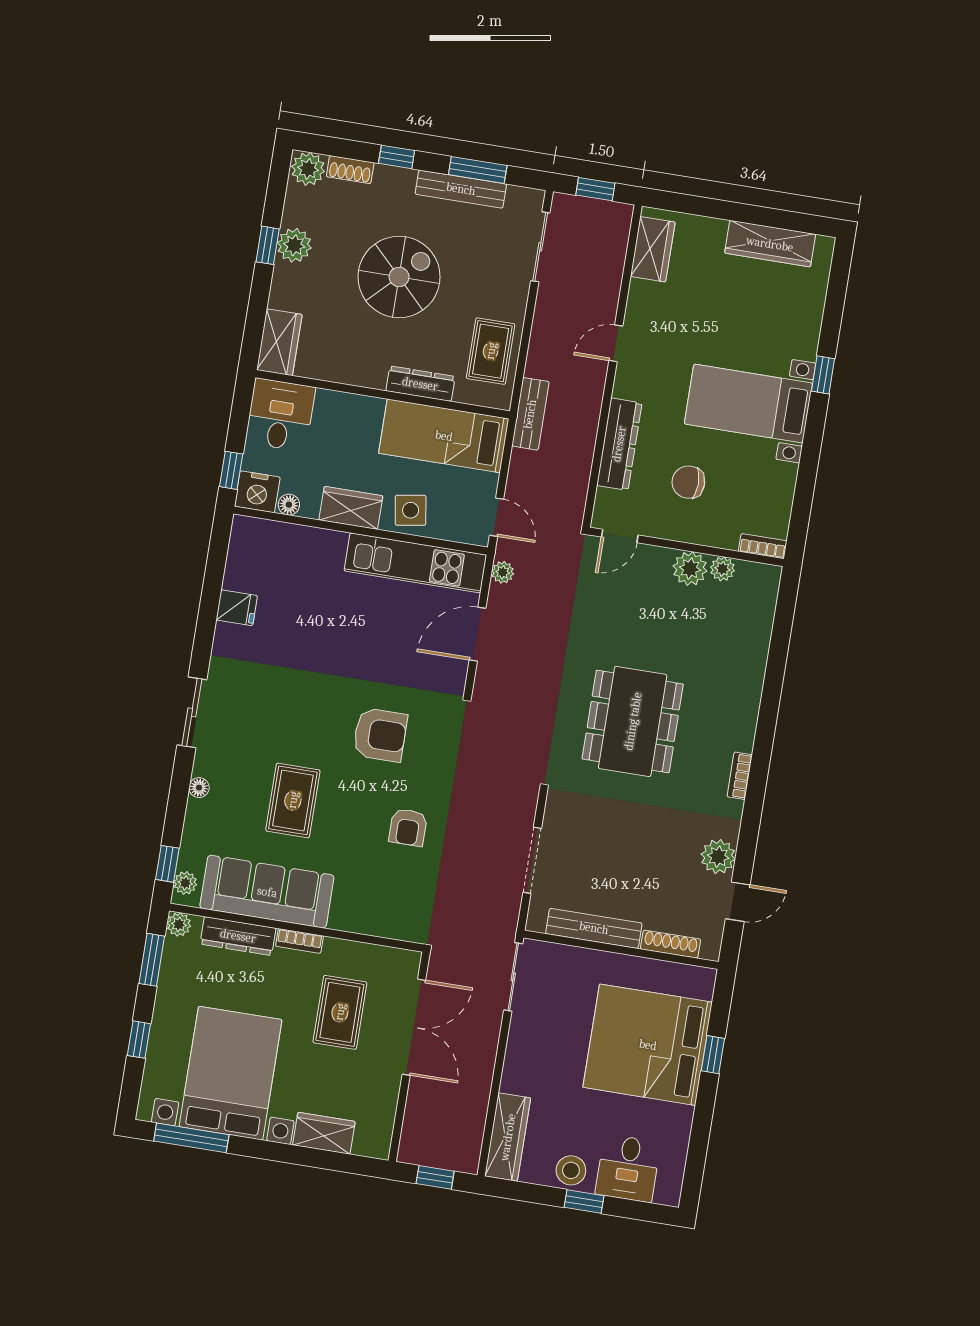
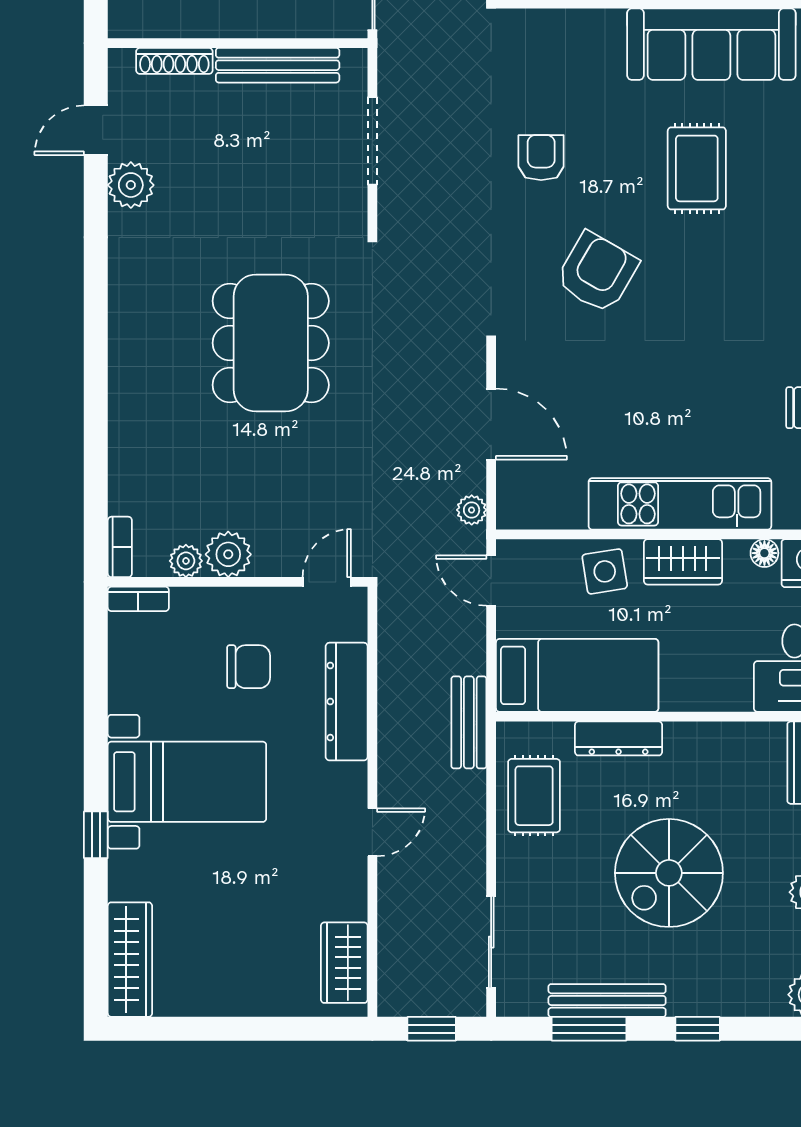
shoe rack: (350, 170) -> (755, 1003), removed
wardrobe: (770, 244) -> (130, 960), moved, turned 90
kitchen unit: (415, 563) -> (680, 504), moved
door: (478, 634) -> (491, 424), hinge flipped
armchair: (380, 735) -> (597, 272), turned 120
bookcase: (740, 776) -> (120, 547), moved

